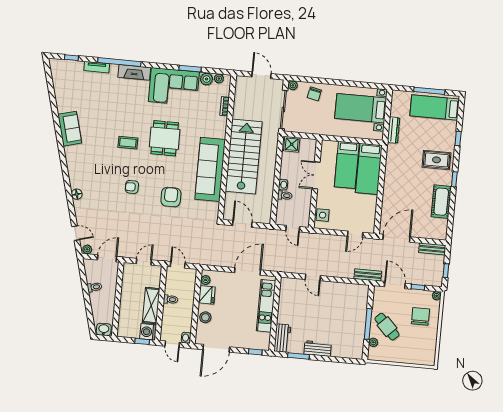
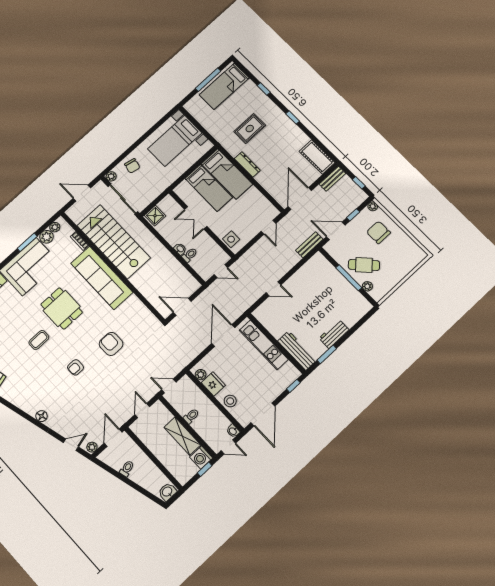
dresser: (394, 130) -> (247, 165), moved
stairs: (244, 157) -> (114, 242), moved
rug: (436, 160) -> (250, 129), moved
sofa: (210, 169) -> (102, 278), moved
cot: (441, 202) -> (317, 157), moved
workbench: (282, 338) -> (297, 351), width x1.37

